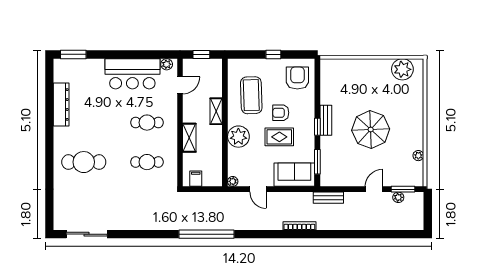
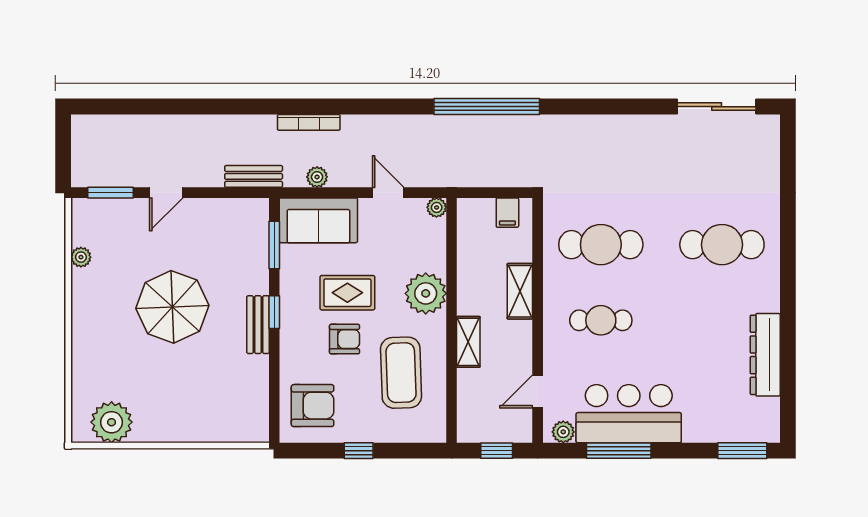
window: (138, 54) -> (619, 451), added
armchair: (297, 78) -> (313, 406), turned -90
cafe table: (147, 162) -> (601, 245), width x1.37, depth x1.35
plant: (398, 197) -> (317, 177), moved

